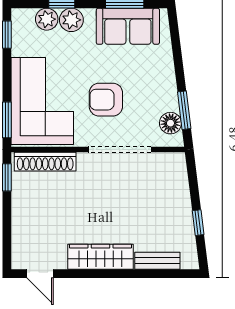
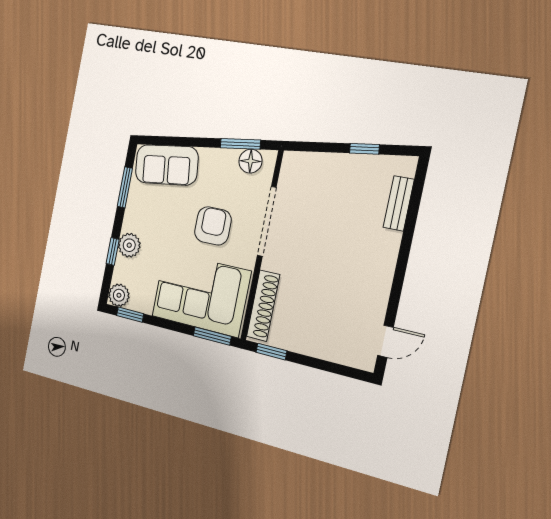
plant: (47, 19) -> (119, 295), moved
sofa: (128, 26) -> (167, 165), moved, turned 83
armchair: (106, 100) -> (213, 226), turned 180
wardrobe: (100, 257) -> (380, 268), removed

